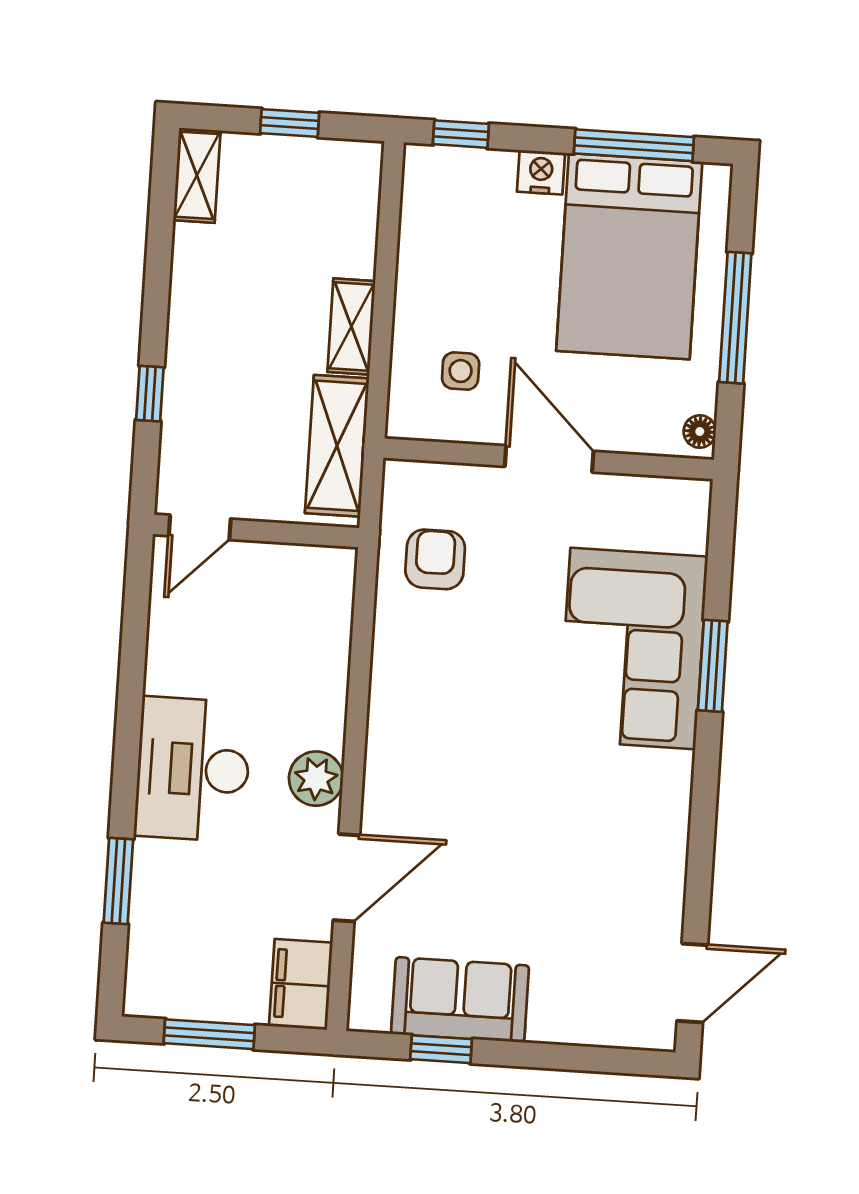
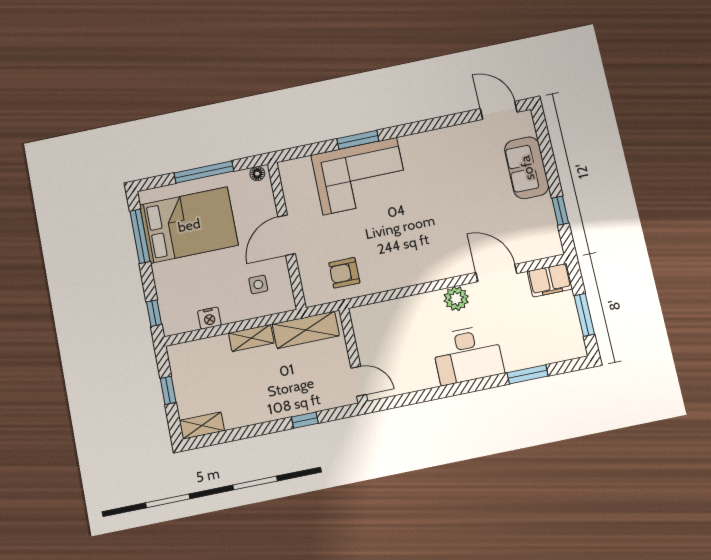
nightstand: (541, 172) -> (209, 318), moved, turned -90
sofa: (460, 1000) -> (527, 168), moved

